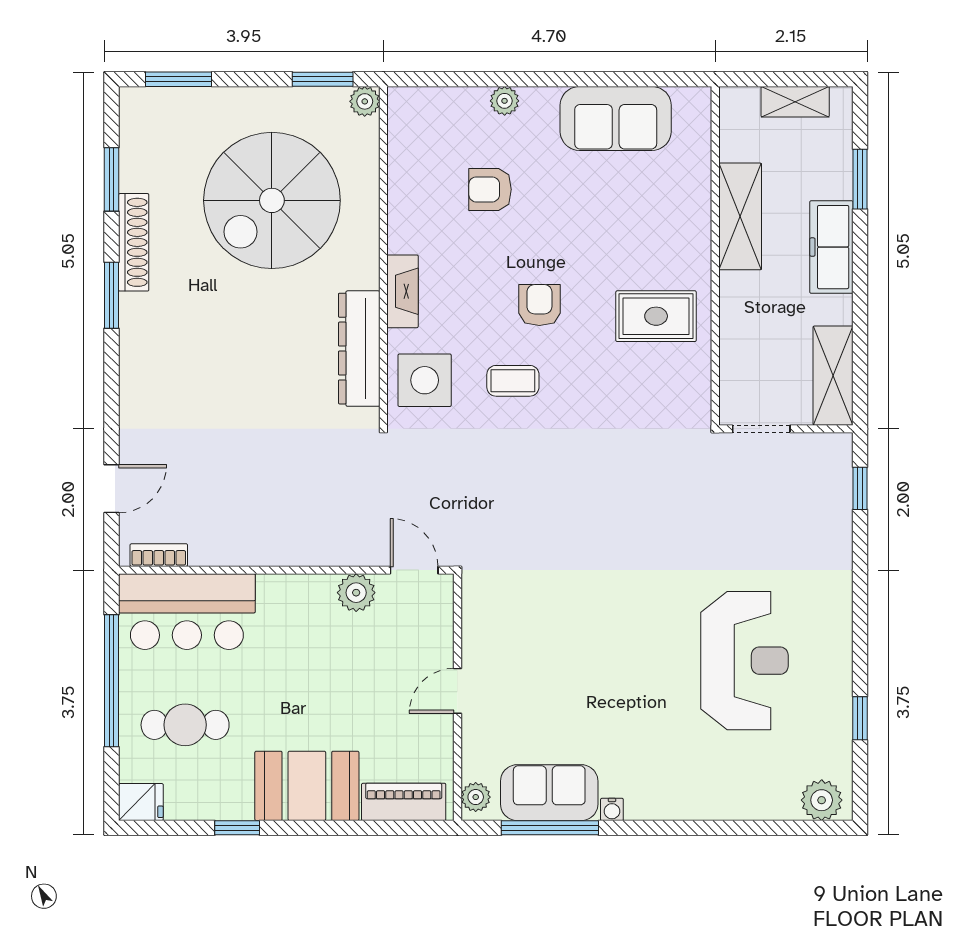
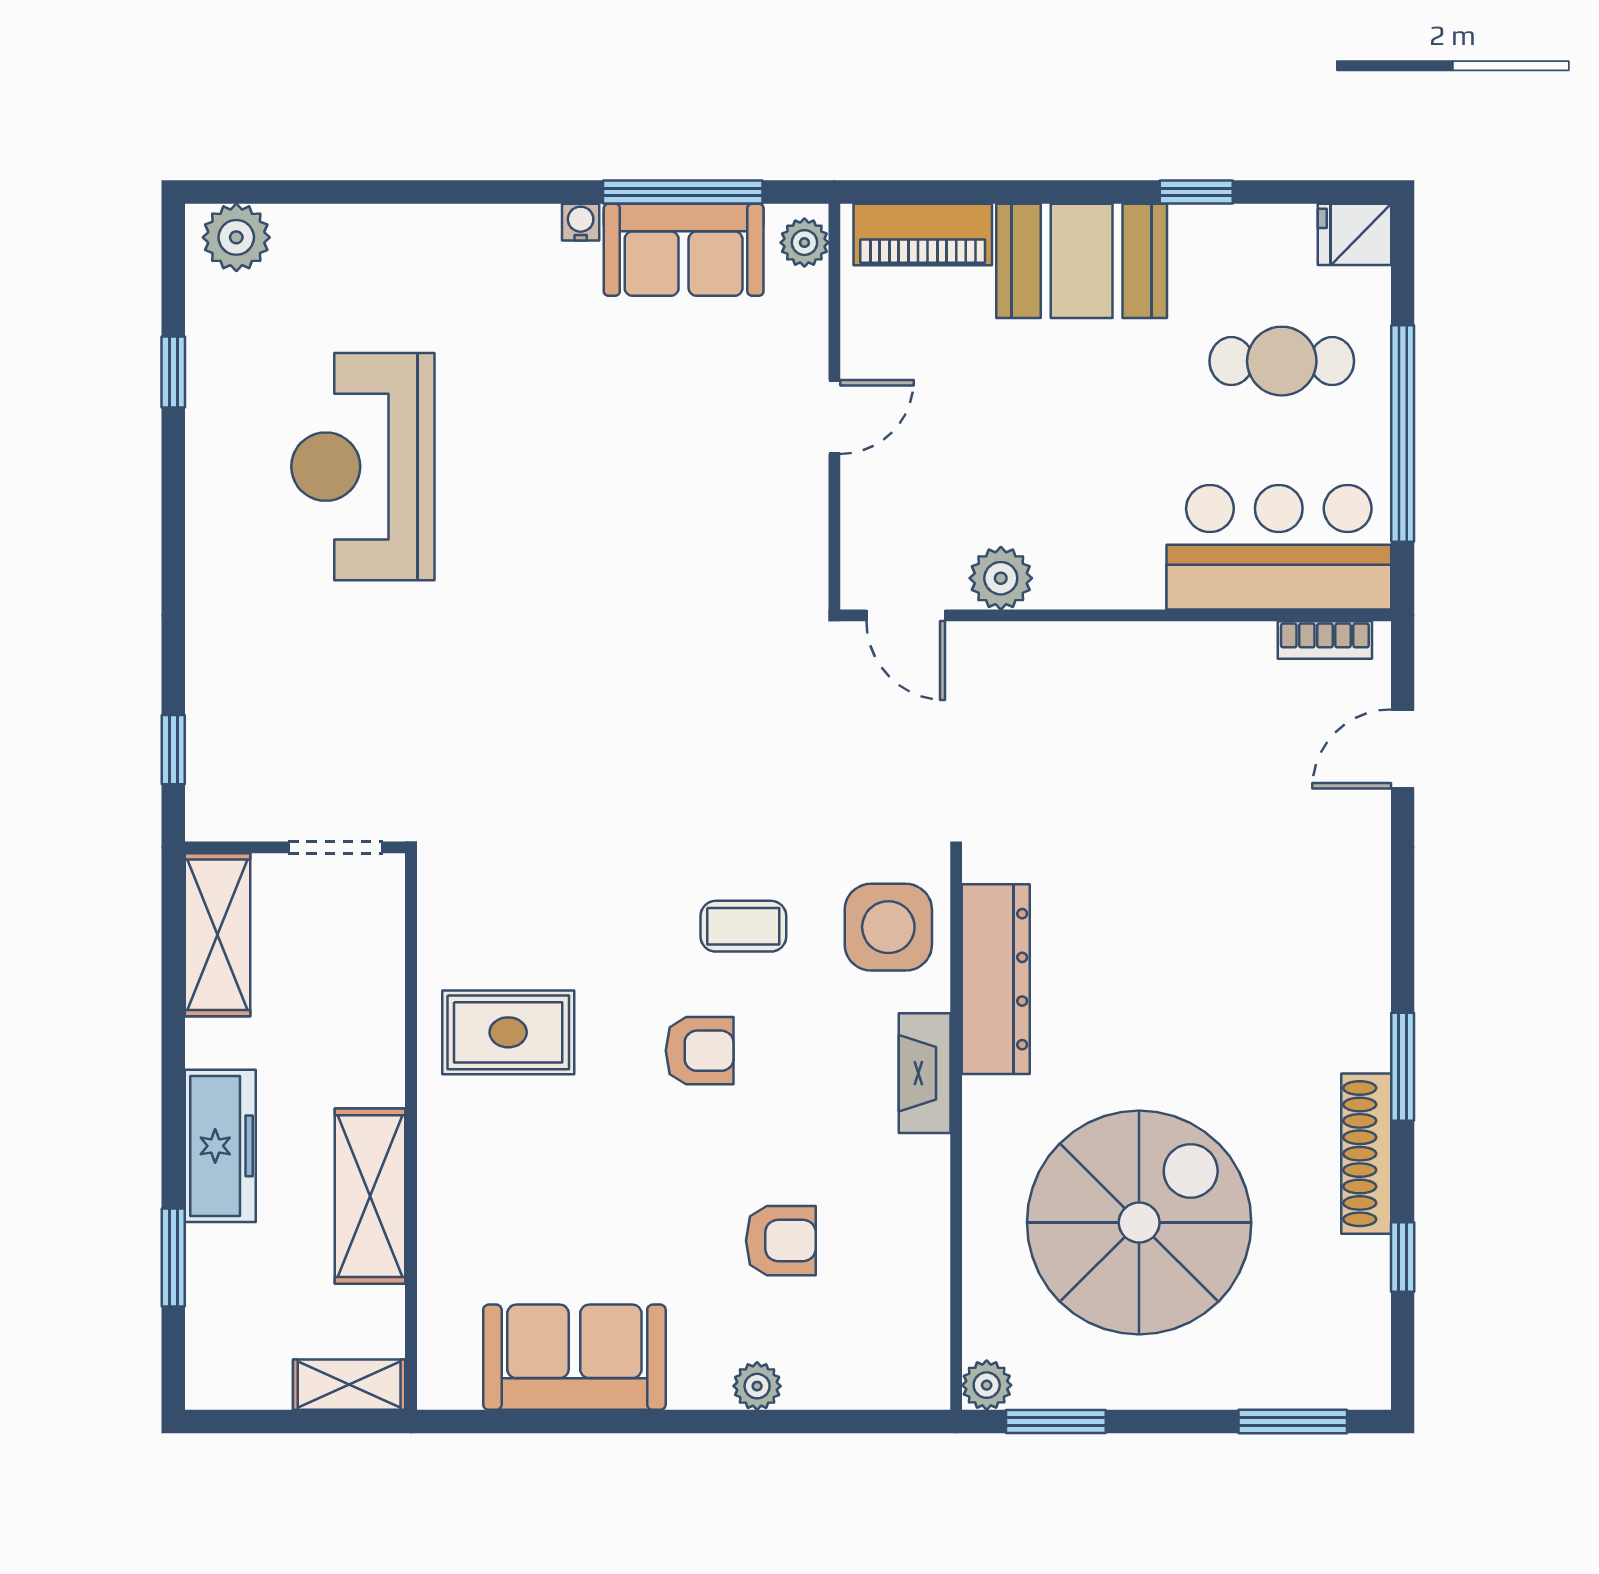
shelving: (795, 102) -> (349, 1385), moved
window: (111, 179) -> (1403, 1257), width x0.67
armchair: (539, 305) -> (700, 1051), turned -90

